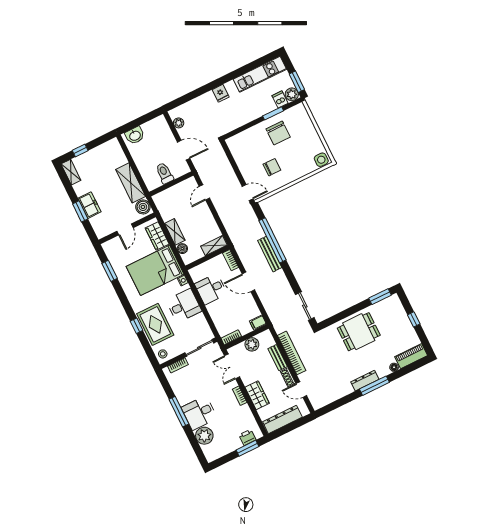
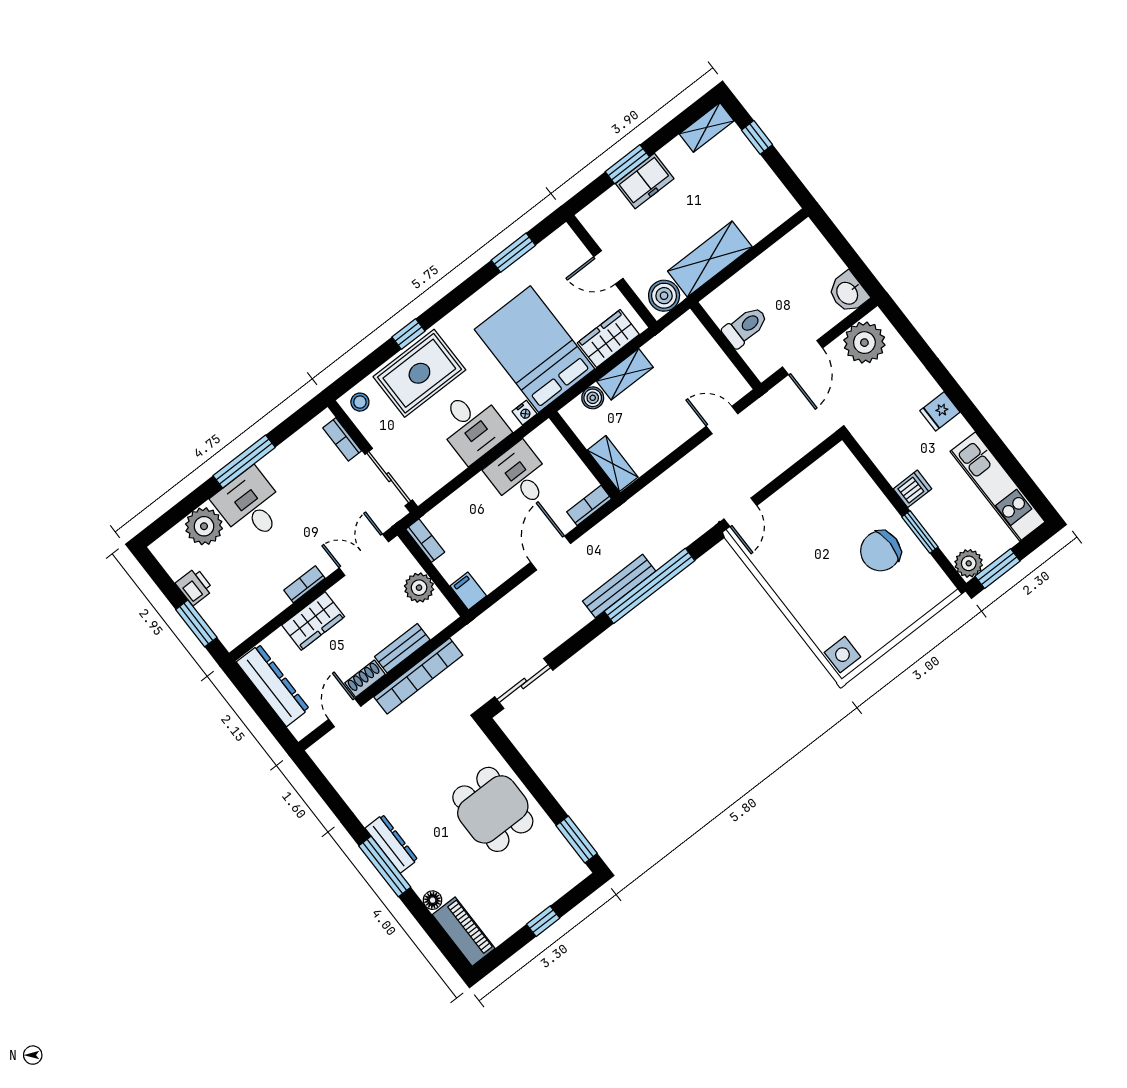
dishwasher: (280, 99) -> (913, 489), moved
plant: (179, 123) -> (864, 343), width x1.88, depth x1.88
washbasin: (135, 135) -> (848, 293), moved
chair: (272, 167) -> (805, 553), removed
printer: (247, 437) -> (194, 586), moved

